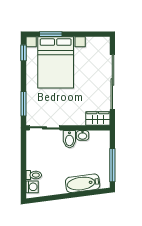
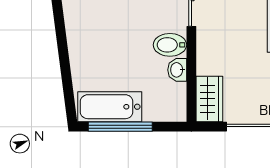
bathtub: (83, 183) -> (110, 107), moved, turned -83

